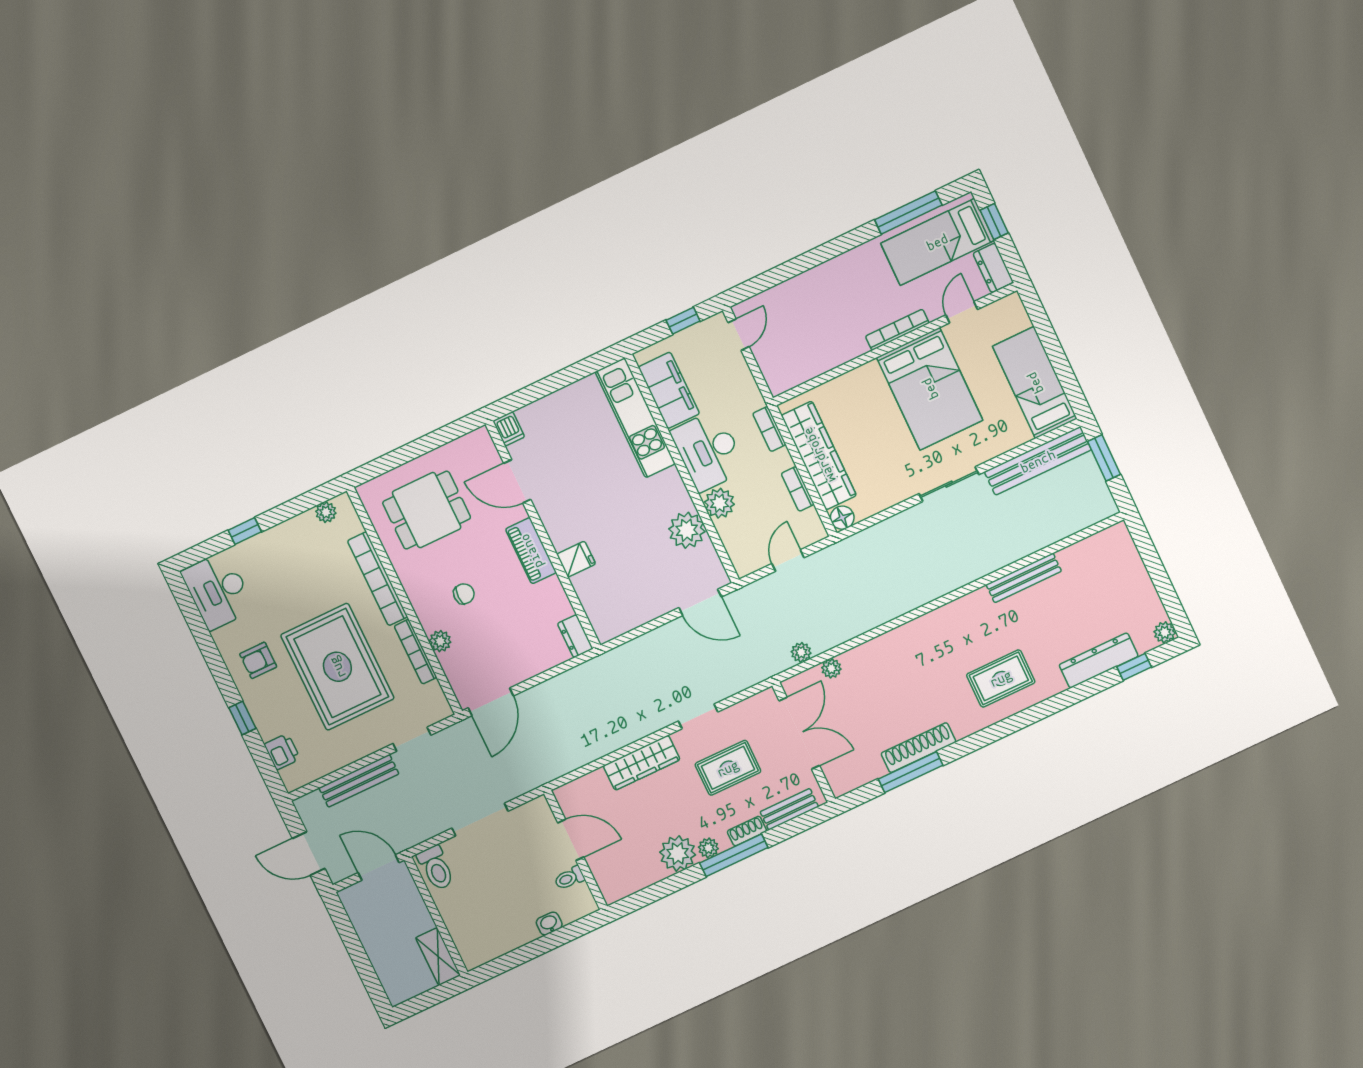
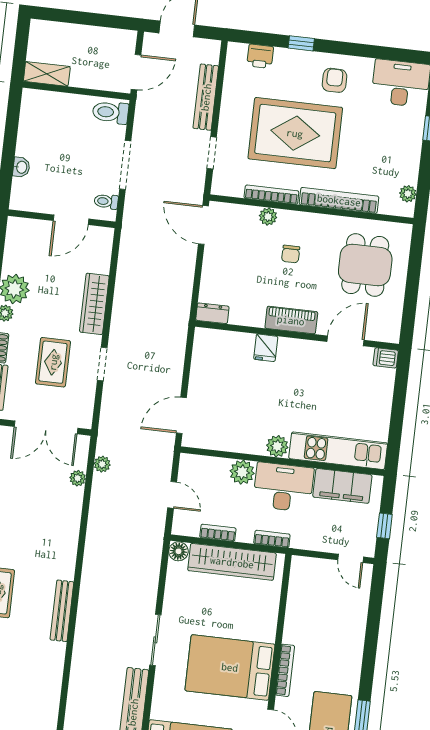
plant: (687, 530) -> (277, 446), moved, width x0.73, depth x0.73
bench: (1024, 578) -> (62, 611), moved
toilet: (569, 878) -> (106, 201), moved, turned -90

